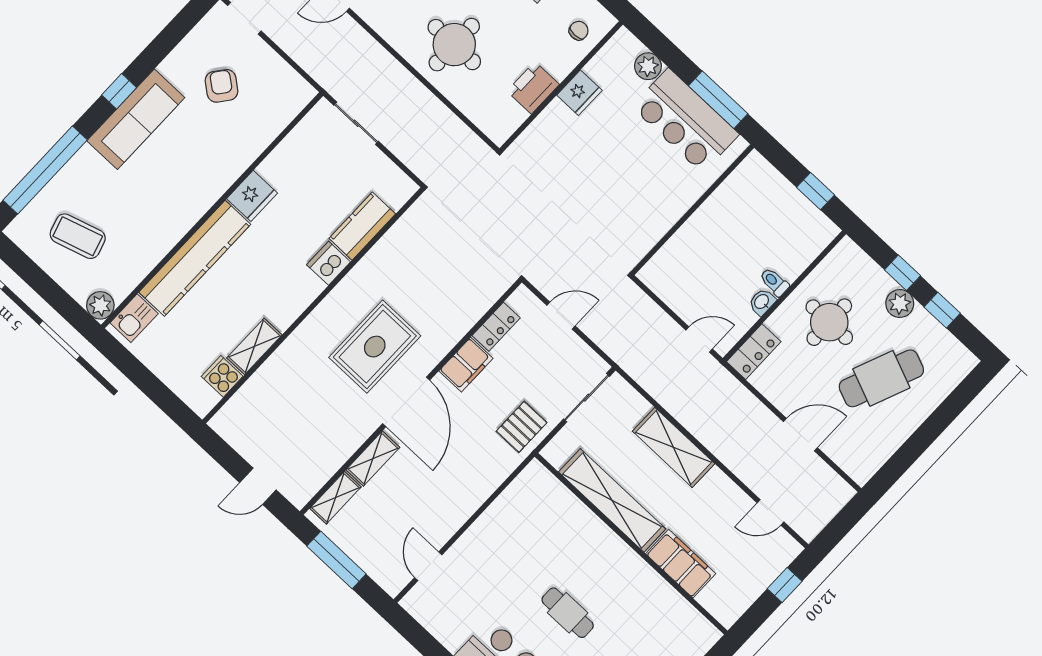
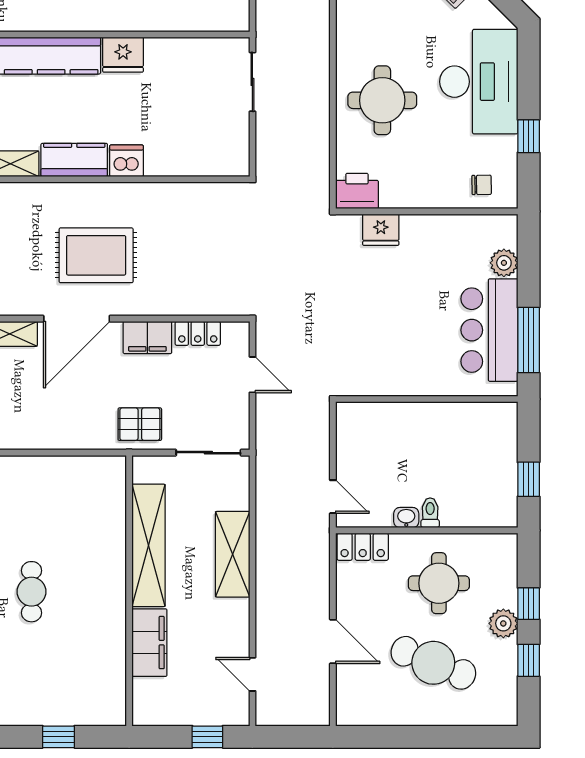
printer: (533, 88) -> (357, 191), moved
fridge: (579, 93) -> (381, 230), moved
kitchen counter: (362, 226) -> (74, 160), moved

